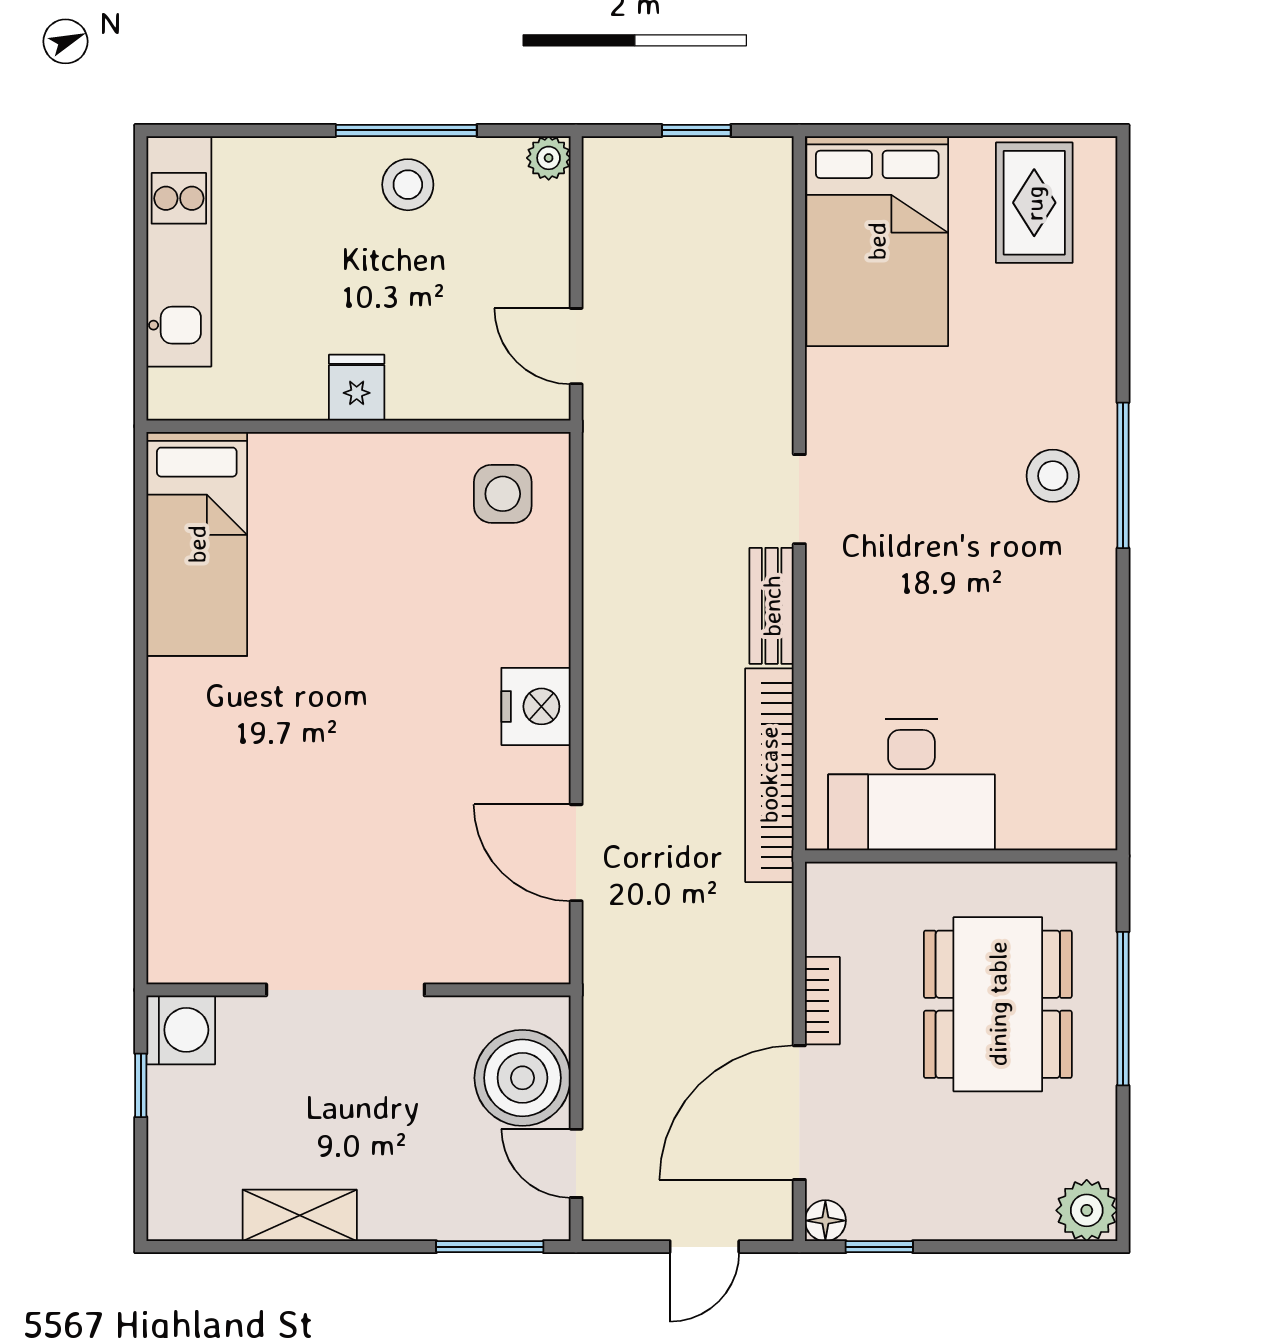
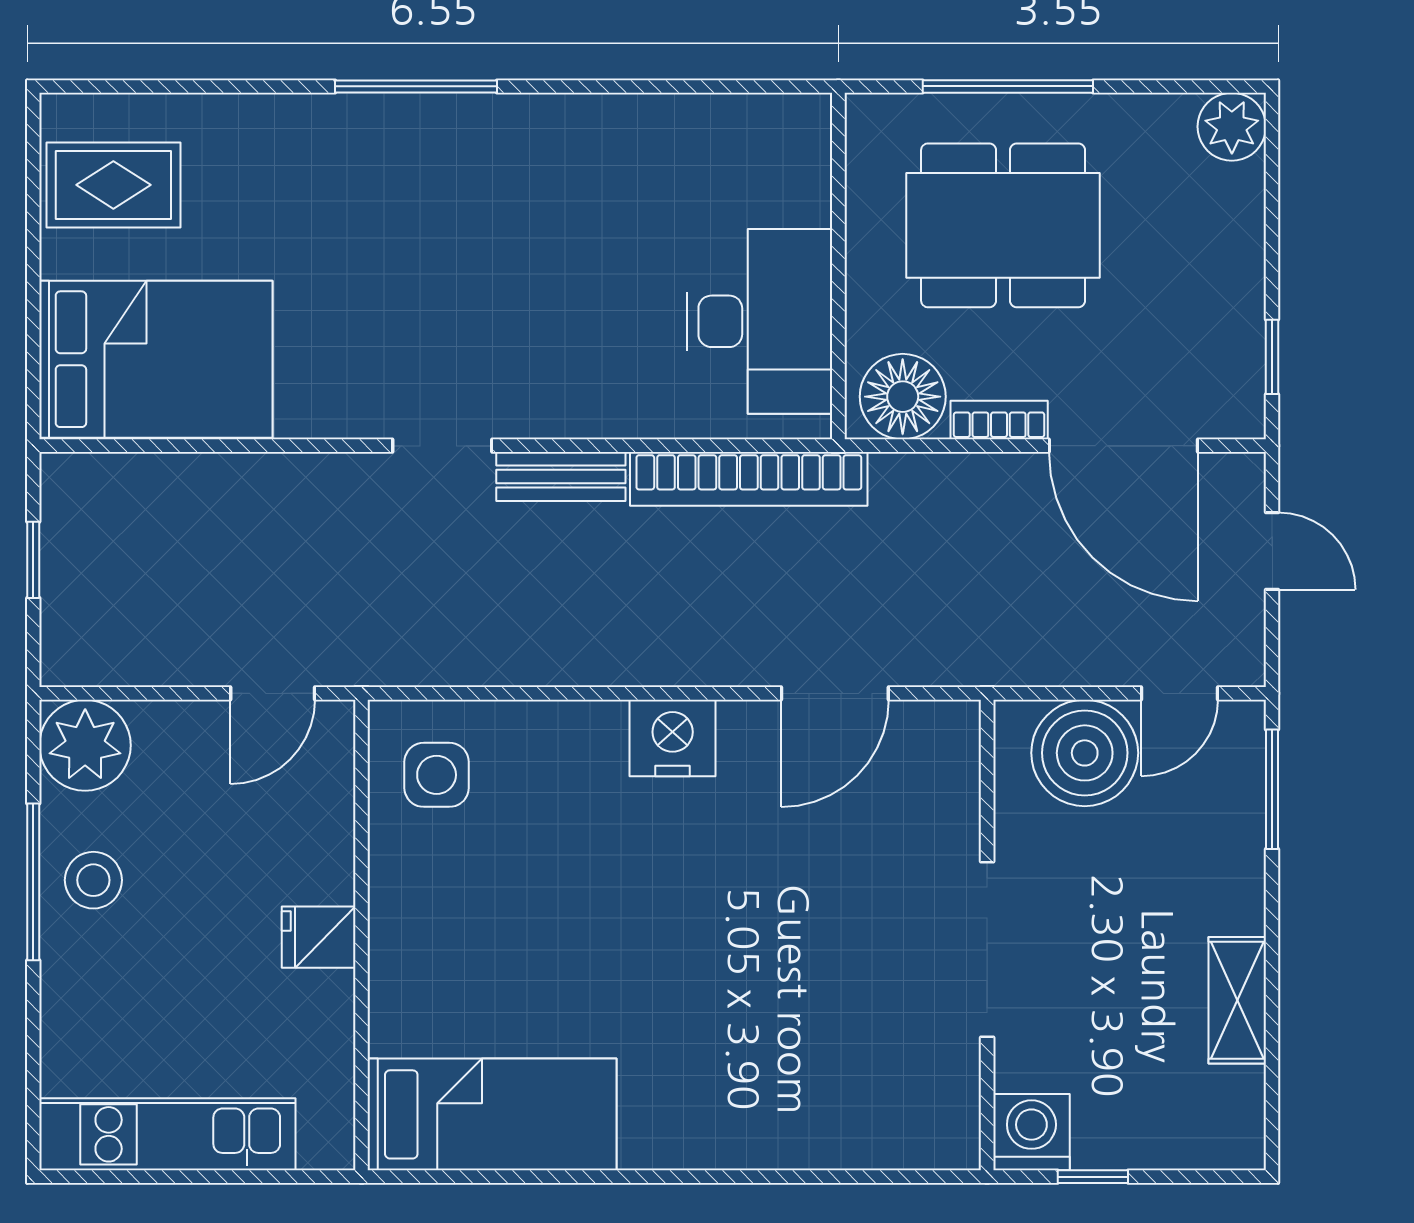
plant: (549, 158) -> (85, 745), width x1.88, depth x1.88
stool: (1053, 476) -> (416, 164), removed
floor lamp: (825, 1221) -> (903, 397), moved, width x1.89, depth x1.89

